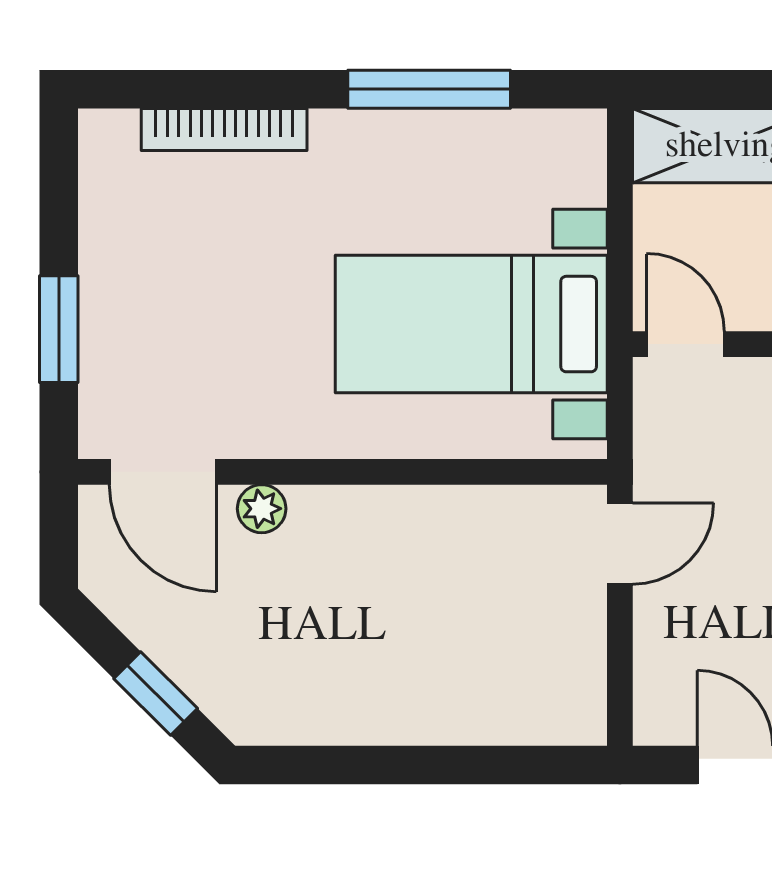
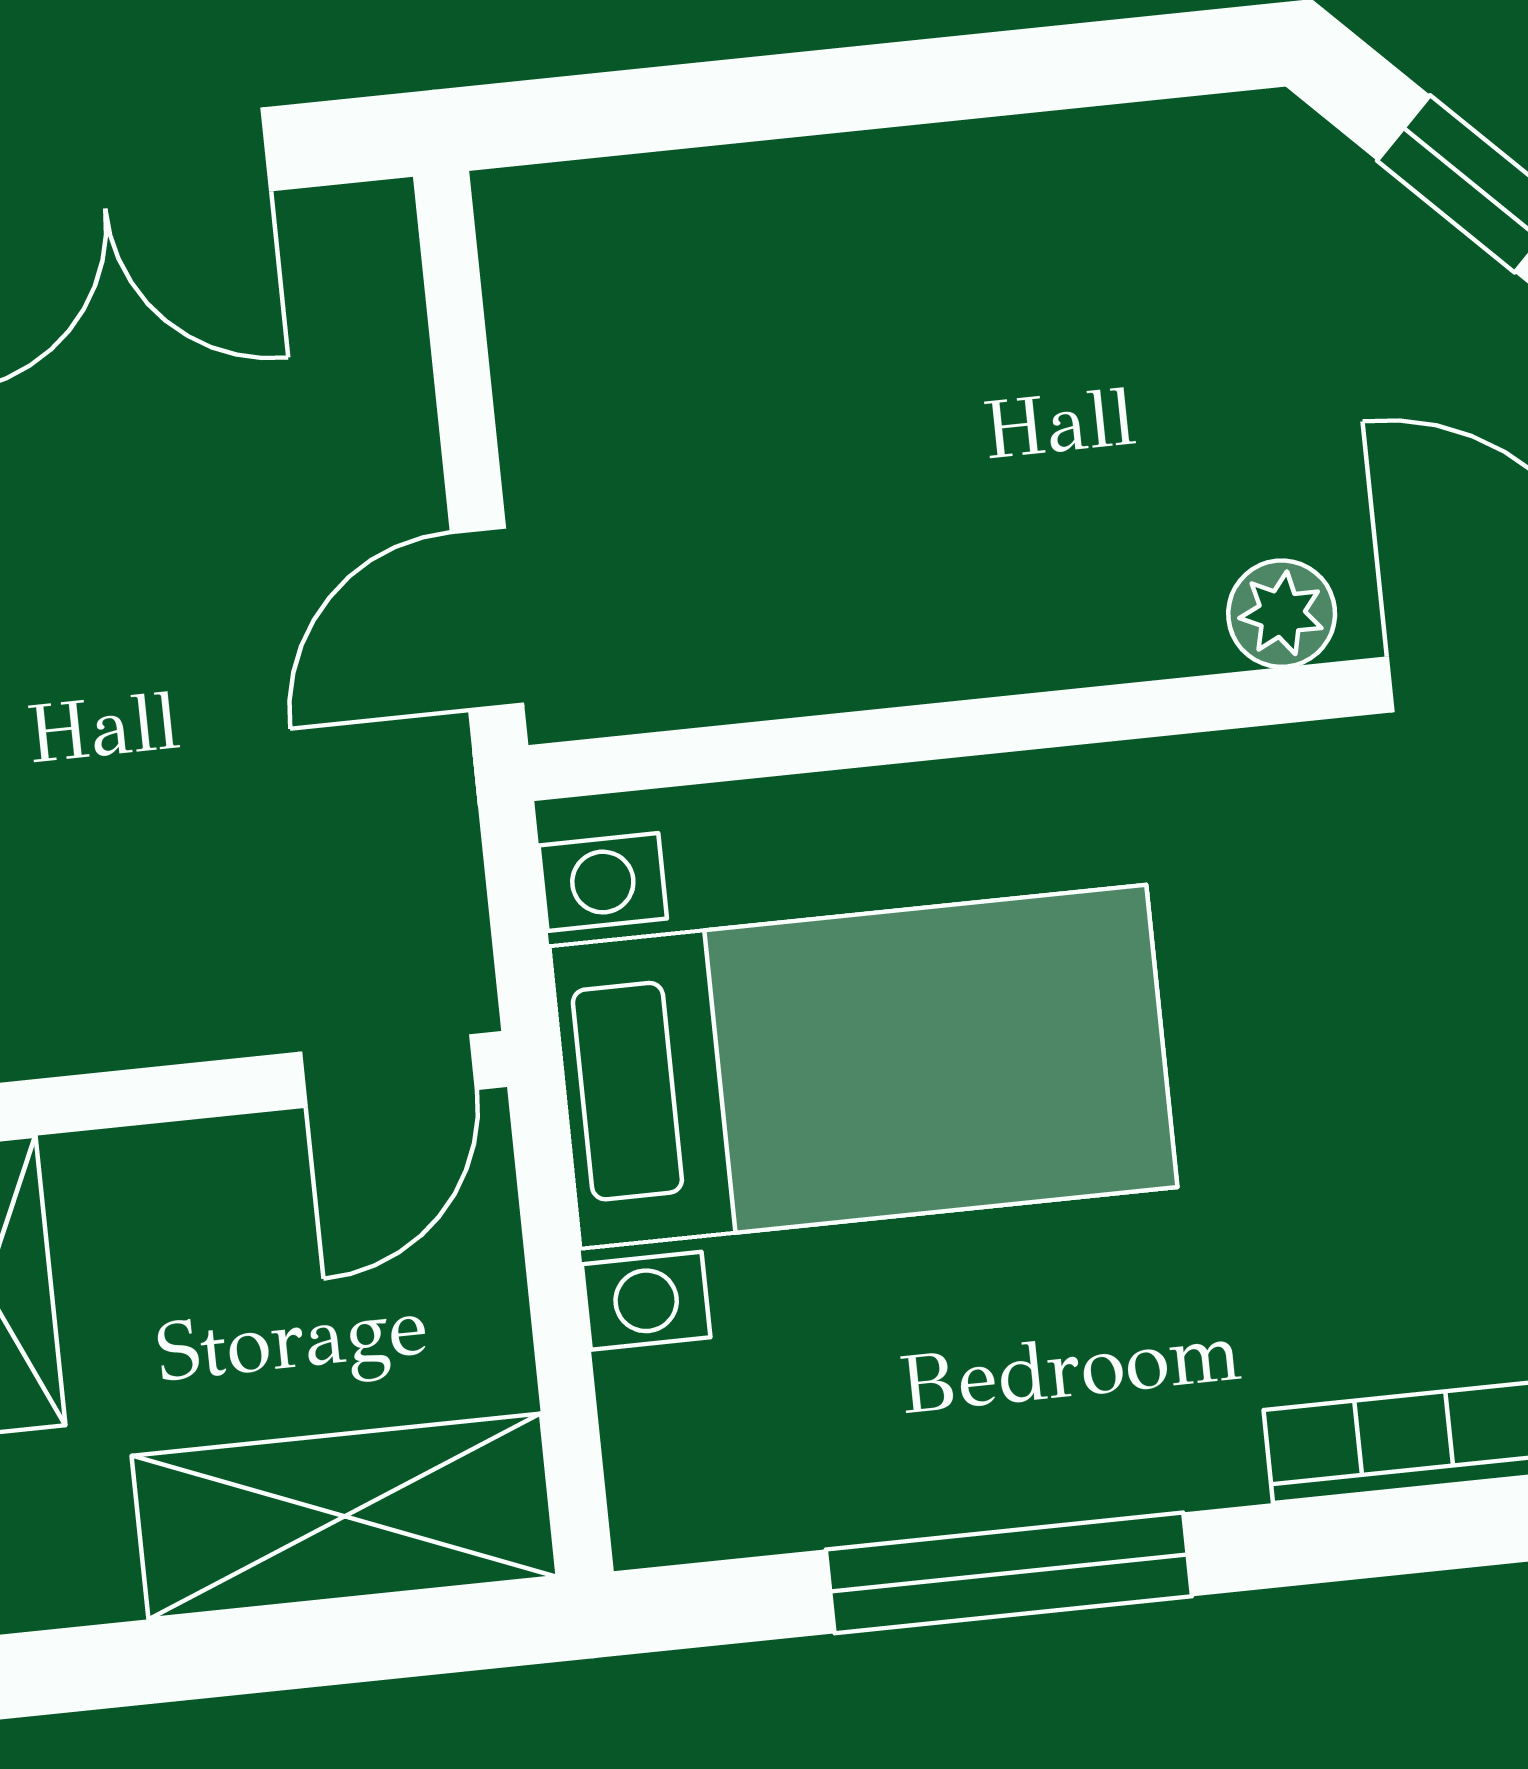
door: (685, 344) -> (388, 1071), hinge flipped

